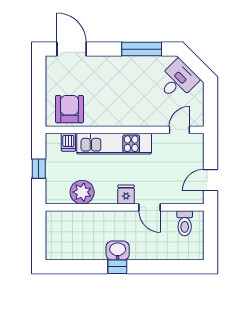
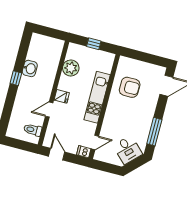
armchair: (69, 109) -> (130, 87), moved
door: (179, 130) -> (95, 142), hinge flipped
dishwasher: (68, 142) -> (84, 152), moved
washbasin: (118, 251) -> (30, 68), moved

